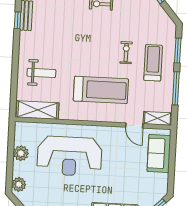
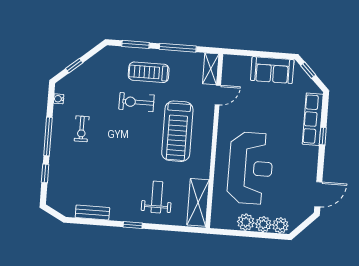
window: (18, 20) -> (133, 225), moved
exercise bike: (126, 53) -> (136, 102), width x1.38, depth x1.39
treadmill: (101, 90) -> (177, 131), turned 180
sofa: (159, 153) -> (272, 70), moved
plant: (19, 169) -> (263, 224), added

